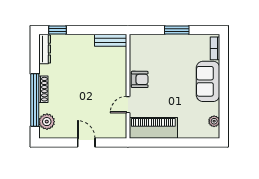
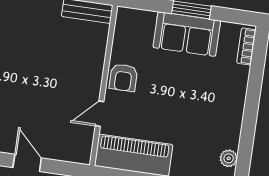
armchair: (140, 79) -> (123, 78), turned 90
sofa: (208, 81) -> (187, 34), moved, turned -90

